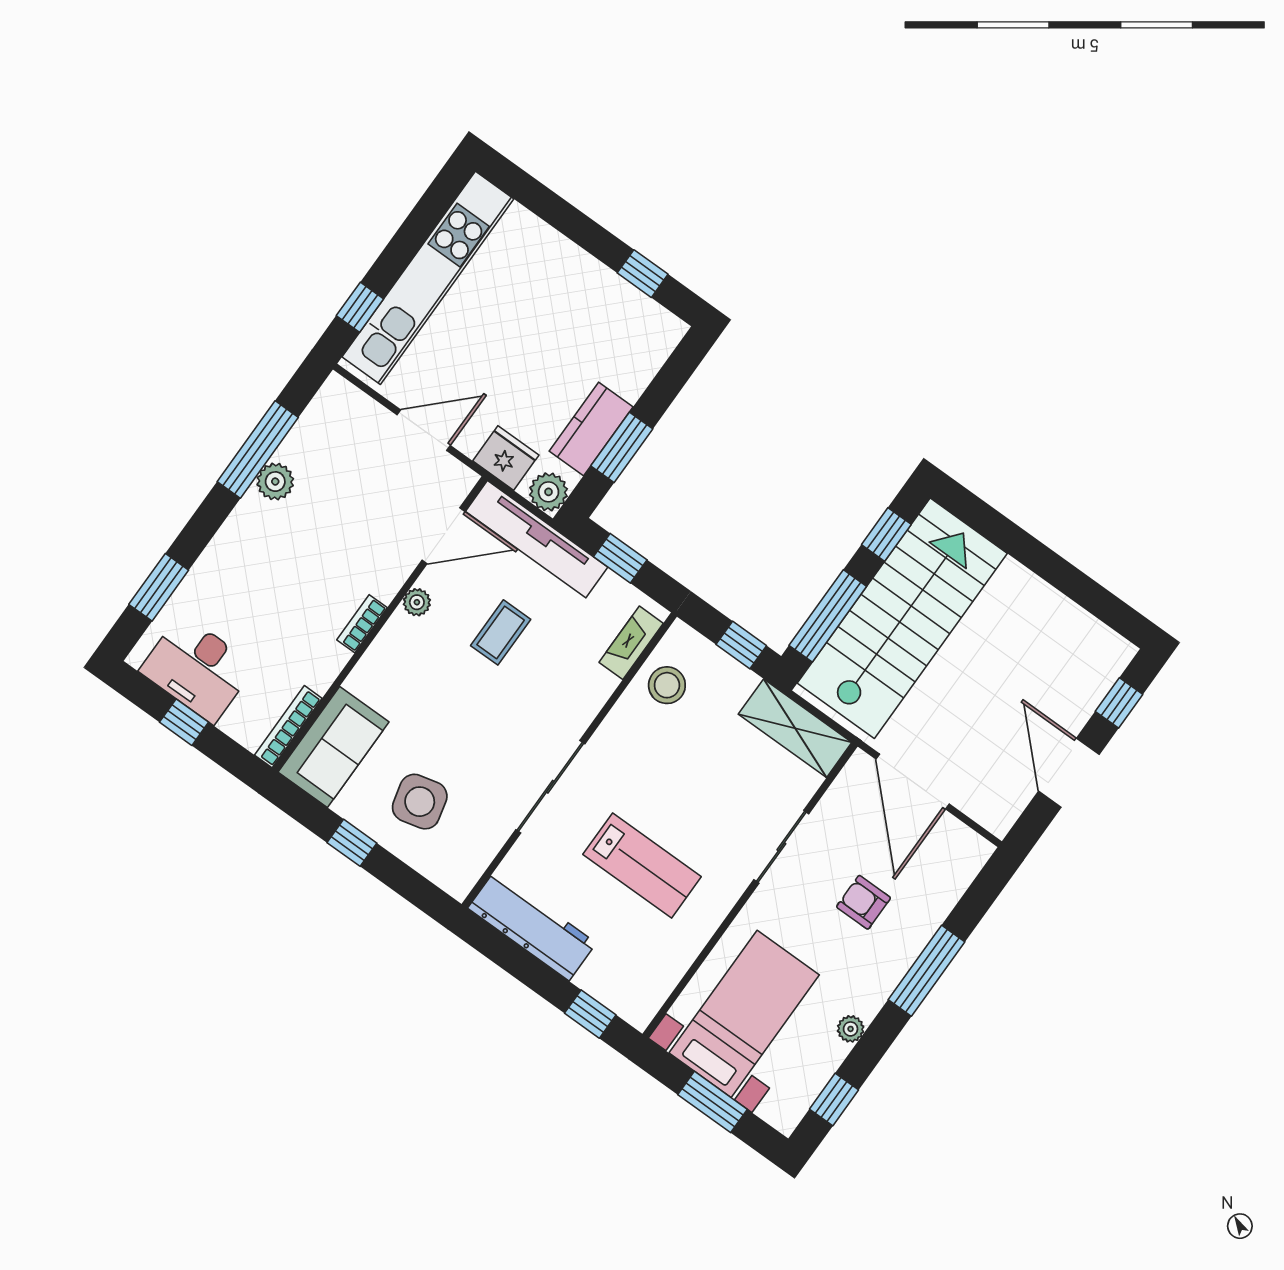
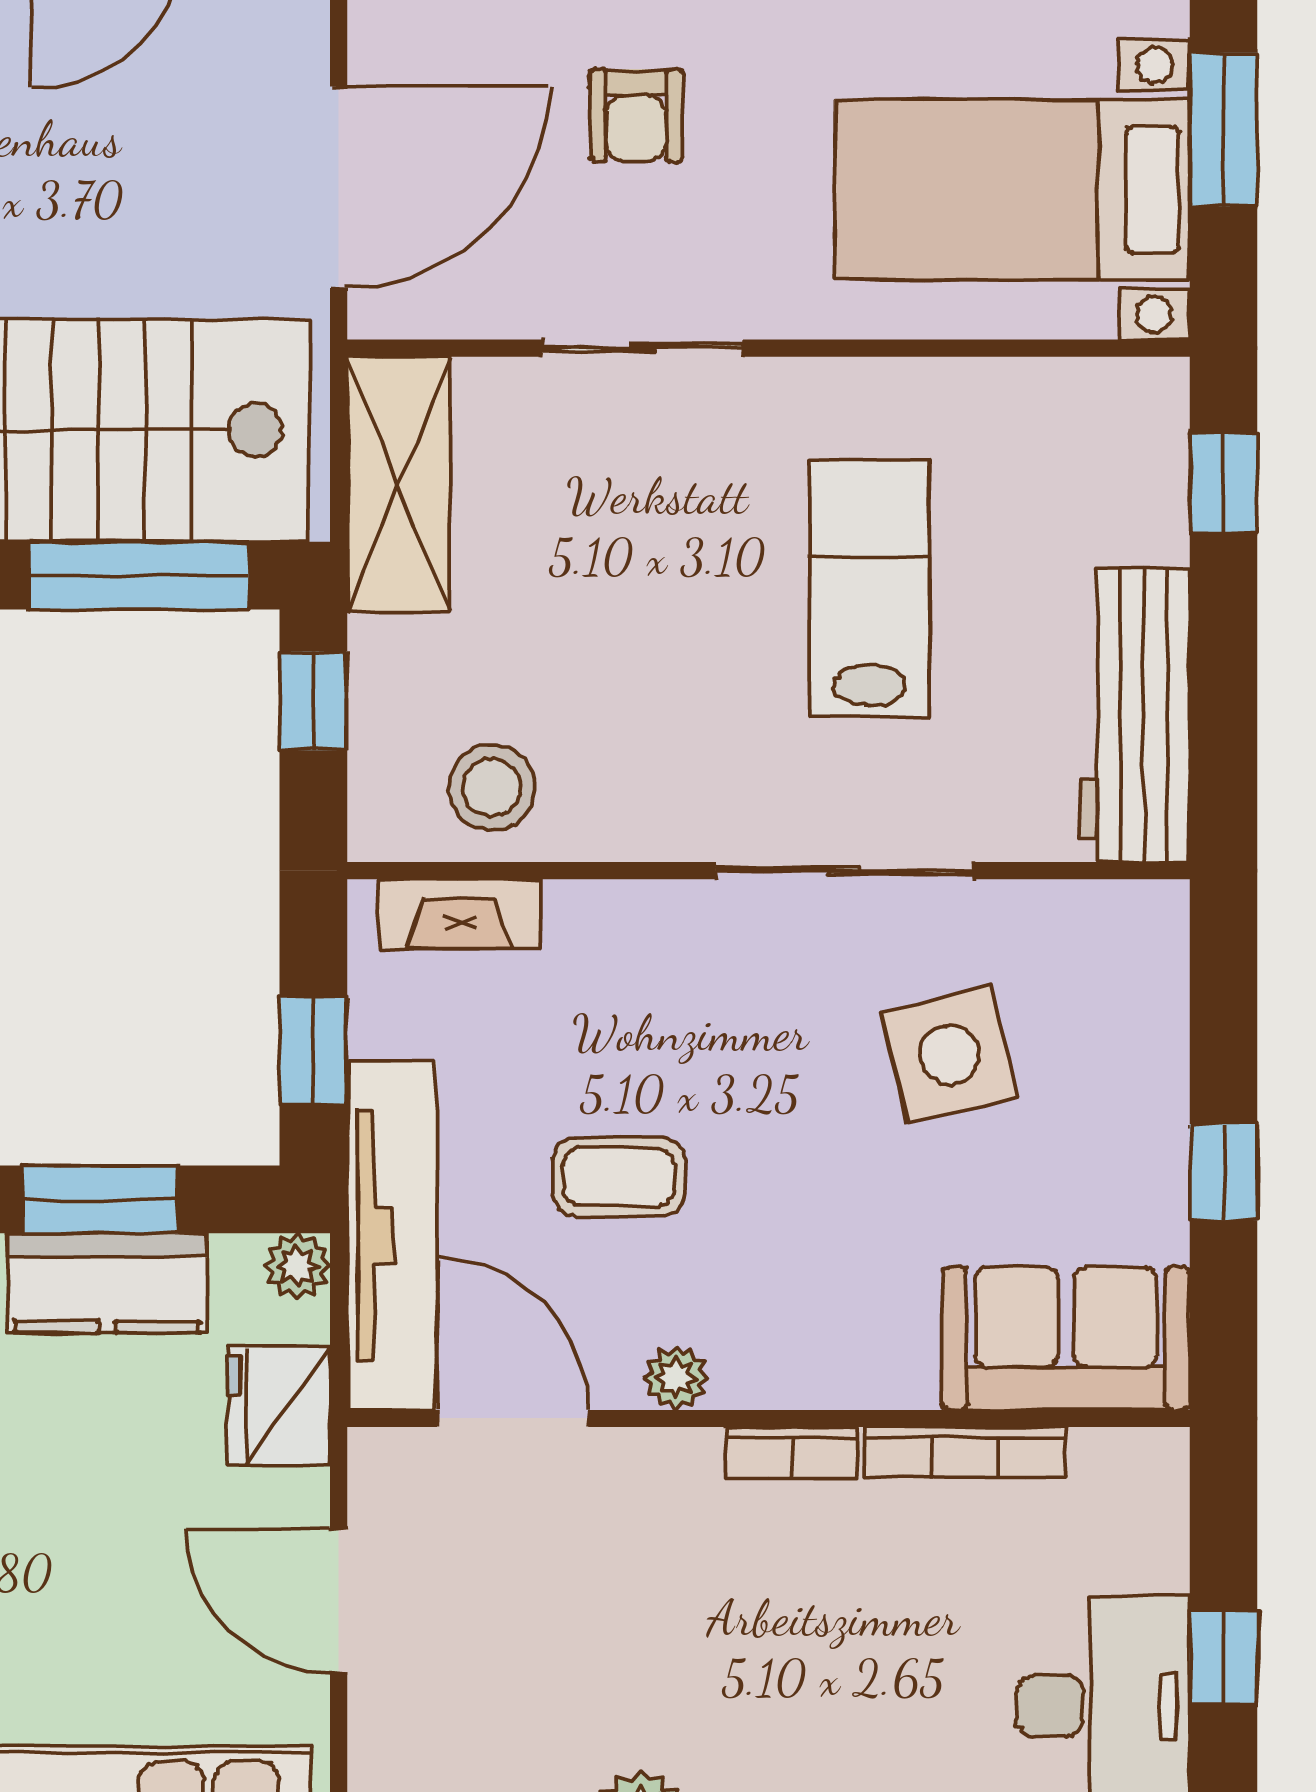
plant: (549, 492) -> (297, 1266), width x0.73, depth x0.73
bookcase: (288, 727) -> (965, 1453), moved
side table: (420, 802) -> (950, 1055), moved

